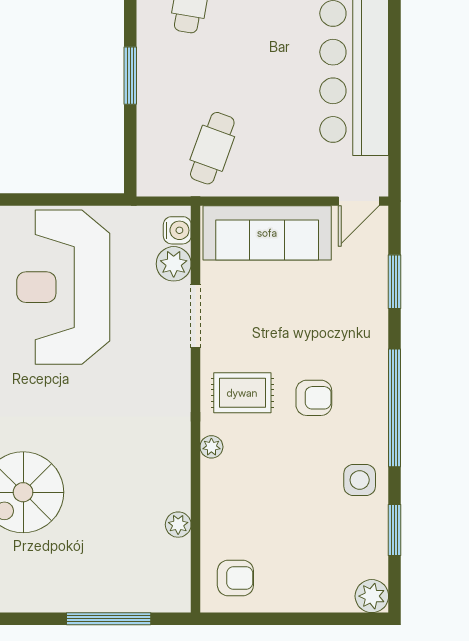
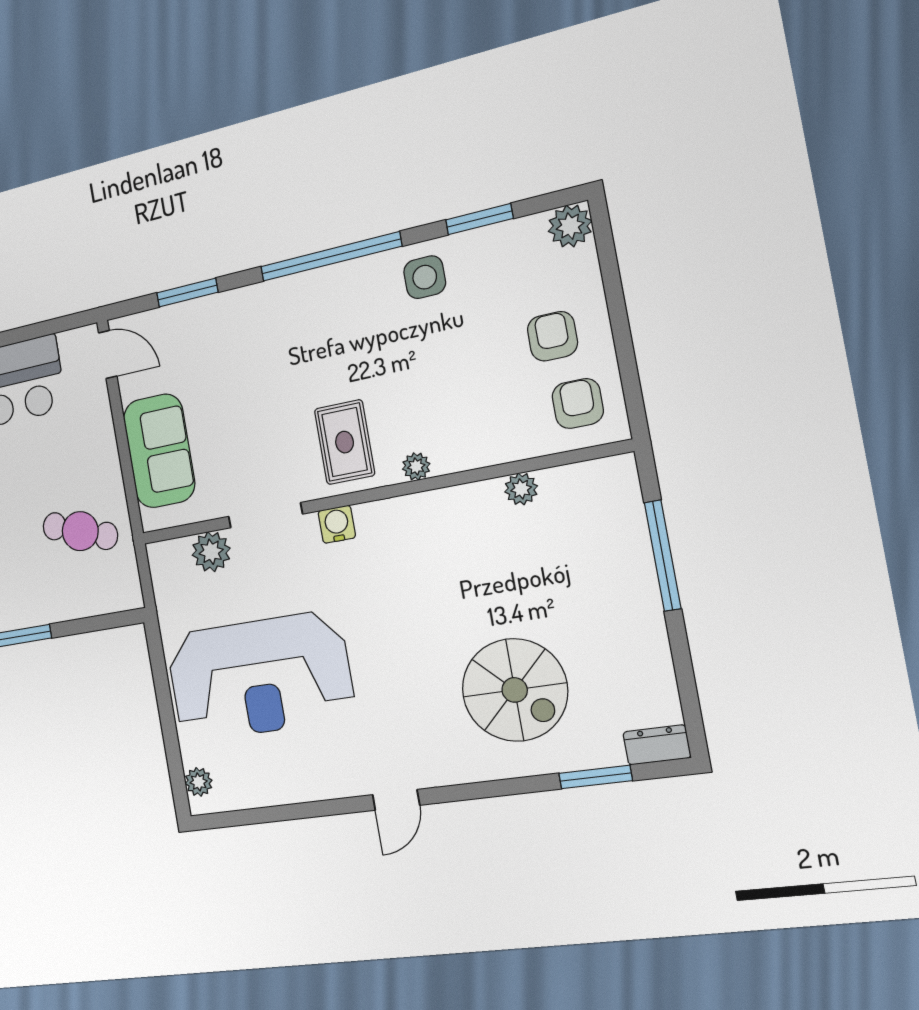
water cooler: (177, 230) -> (337, 524), moved
sofa: (267, 233) -> (159, 451), width x0.73
armchair: (314, 398) -> (552, 336), moved

